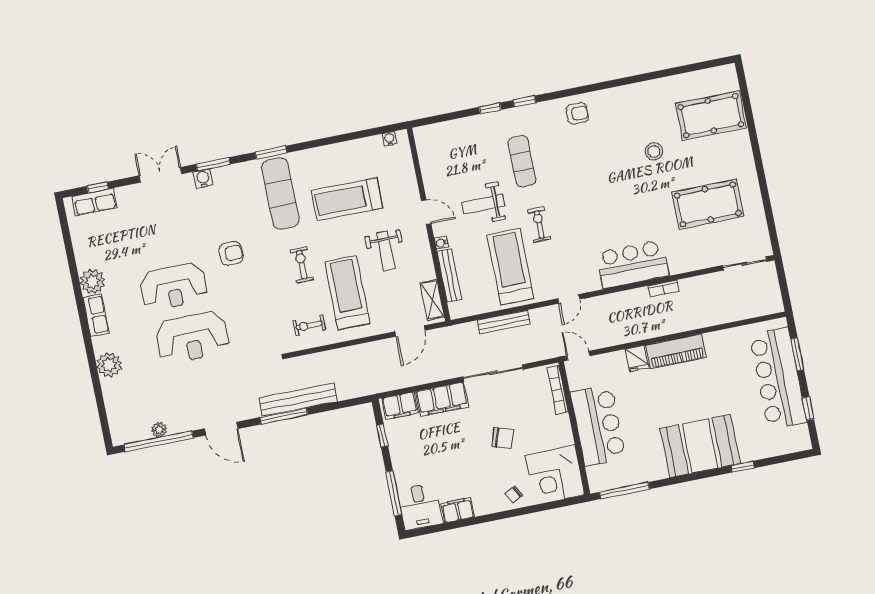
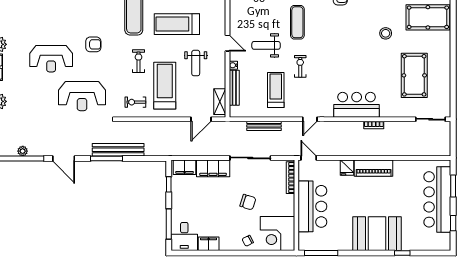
pool table: (708, 204) -> (414, 75), turned 90
treadmill: (510, 267) -> (276, 90), width x0.73, depth x0.73
reception desk: (192, 338) -> (82, 96), moved

